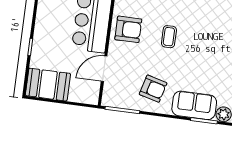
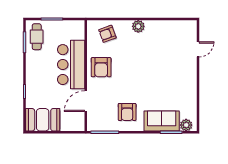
armchair: (128, 29) -> (101, 67), turned 90
coffee table: (169, 37) -> (134, 69), removed
armchair: (153, 89) -> (127, 112), turned 75

